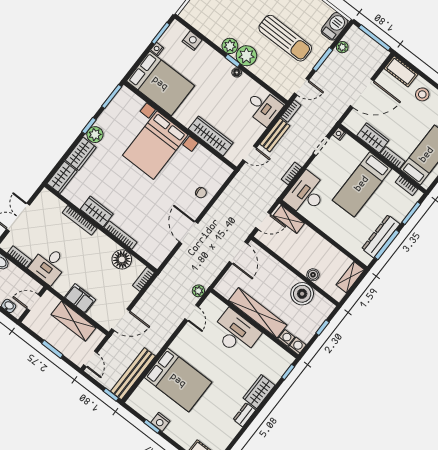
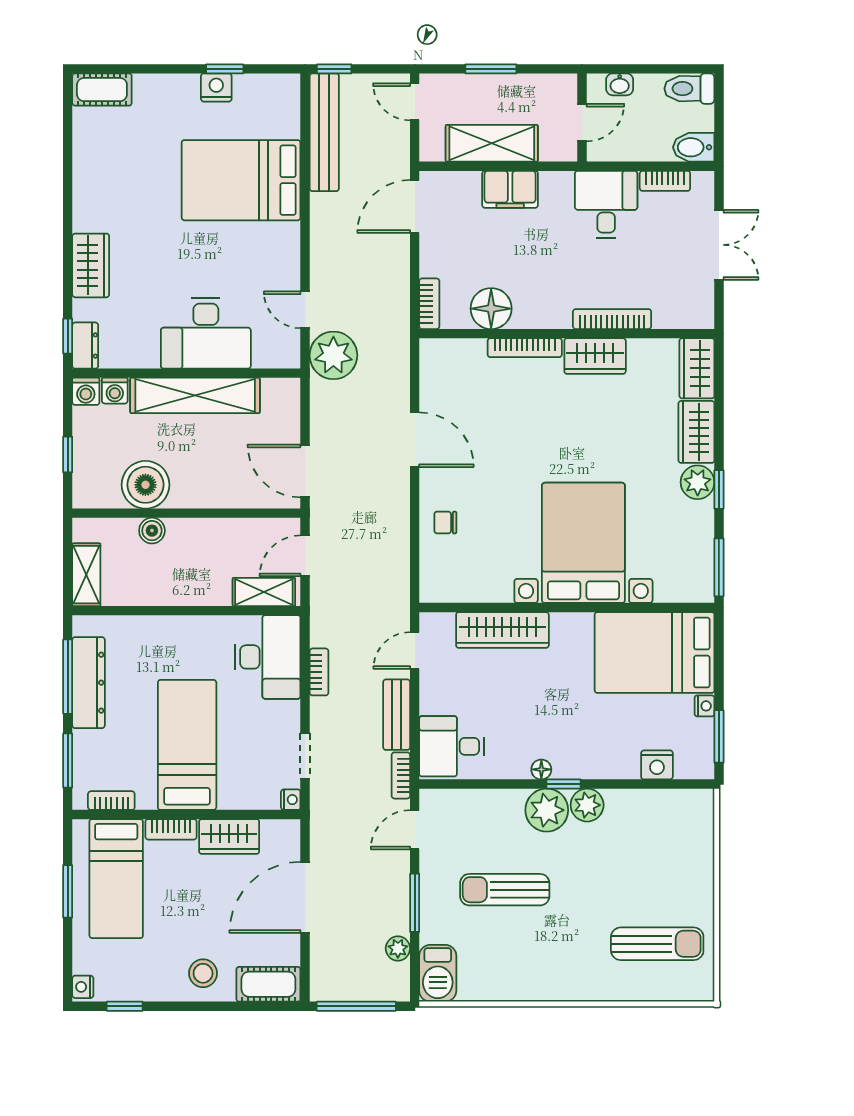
sun lounger: (285, 38) -> (505, 890), width x0.73, depth x0.75
plant: (198, 291) -> (333, 355), width x1.88, depth x1.88
dresser: (244, 415) -> (85, 346), moved

